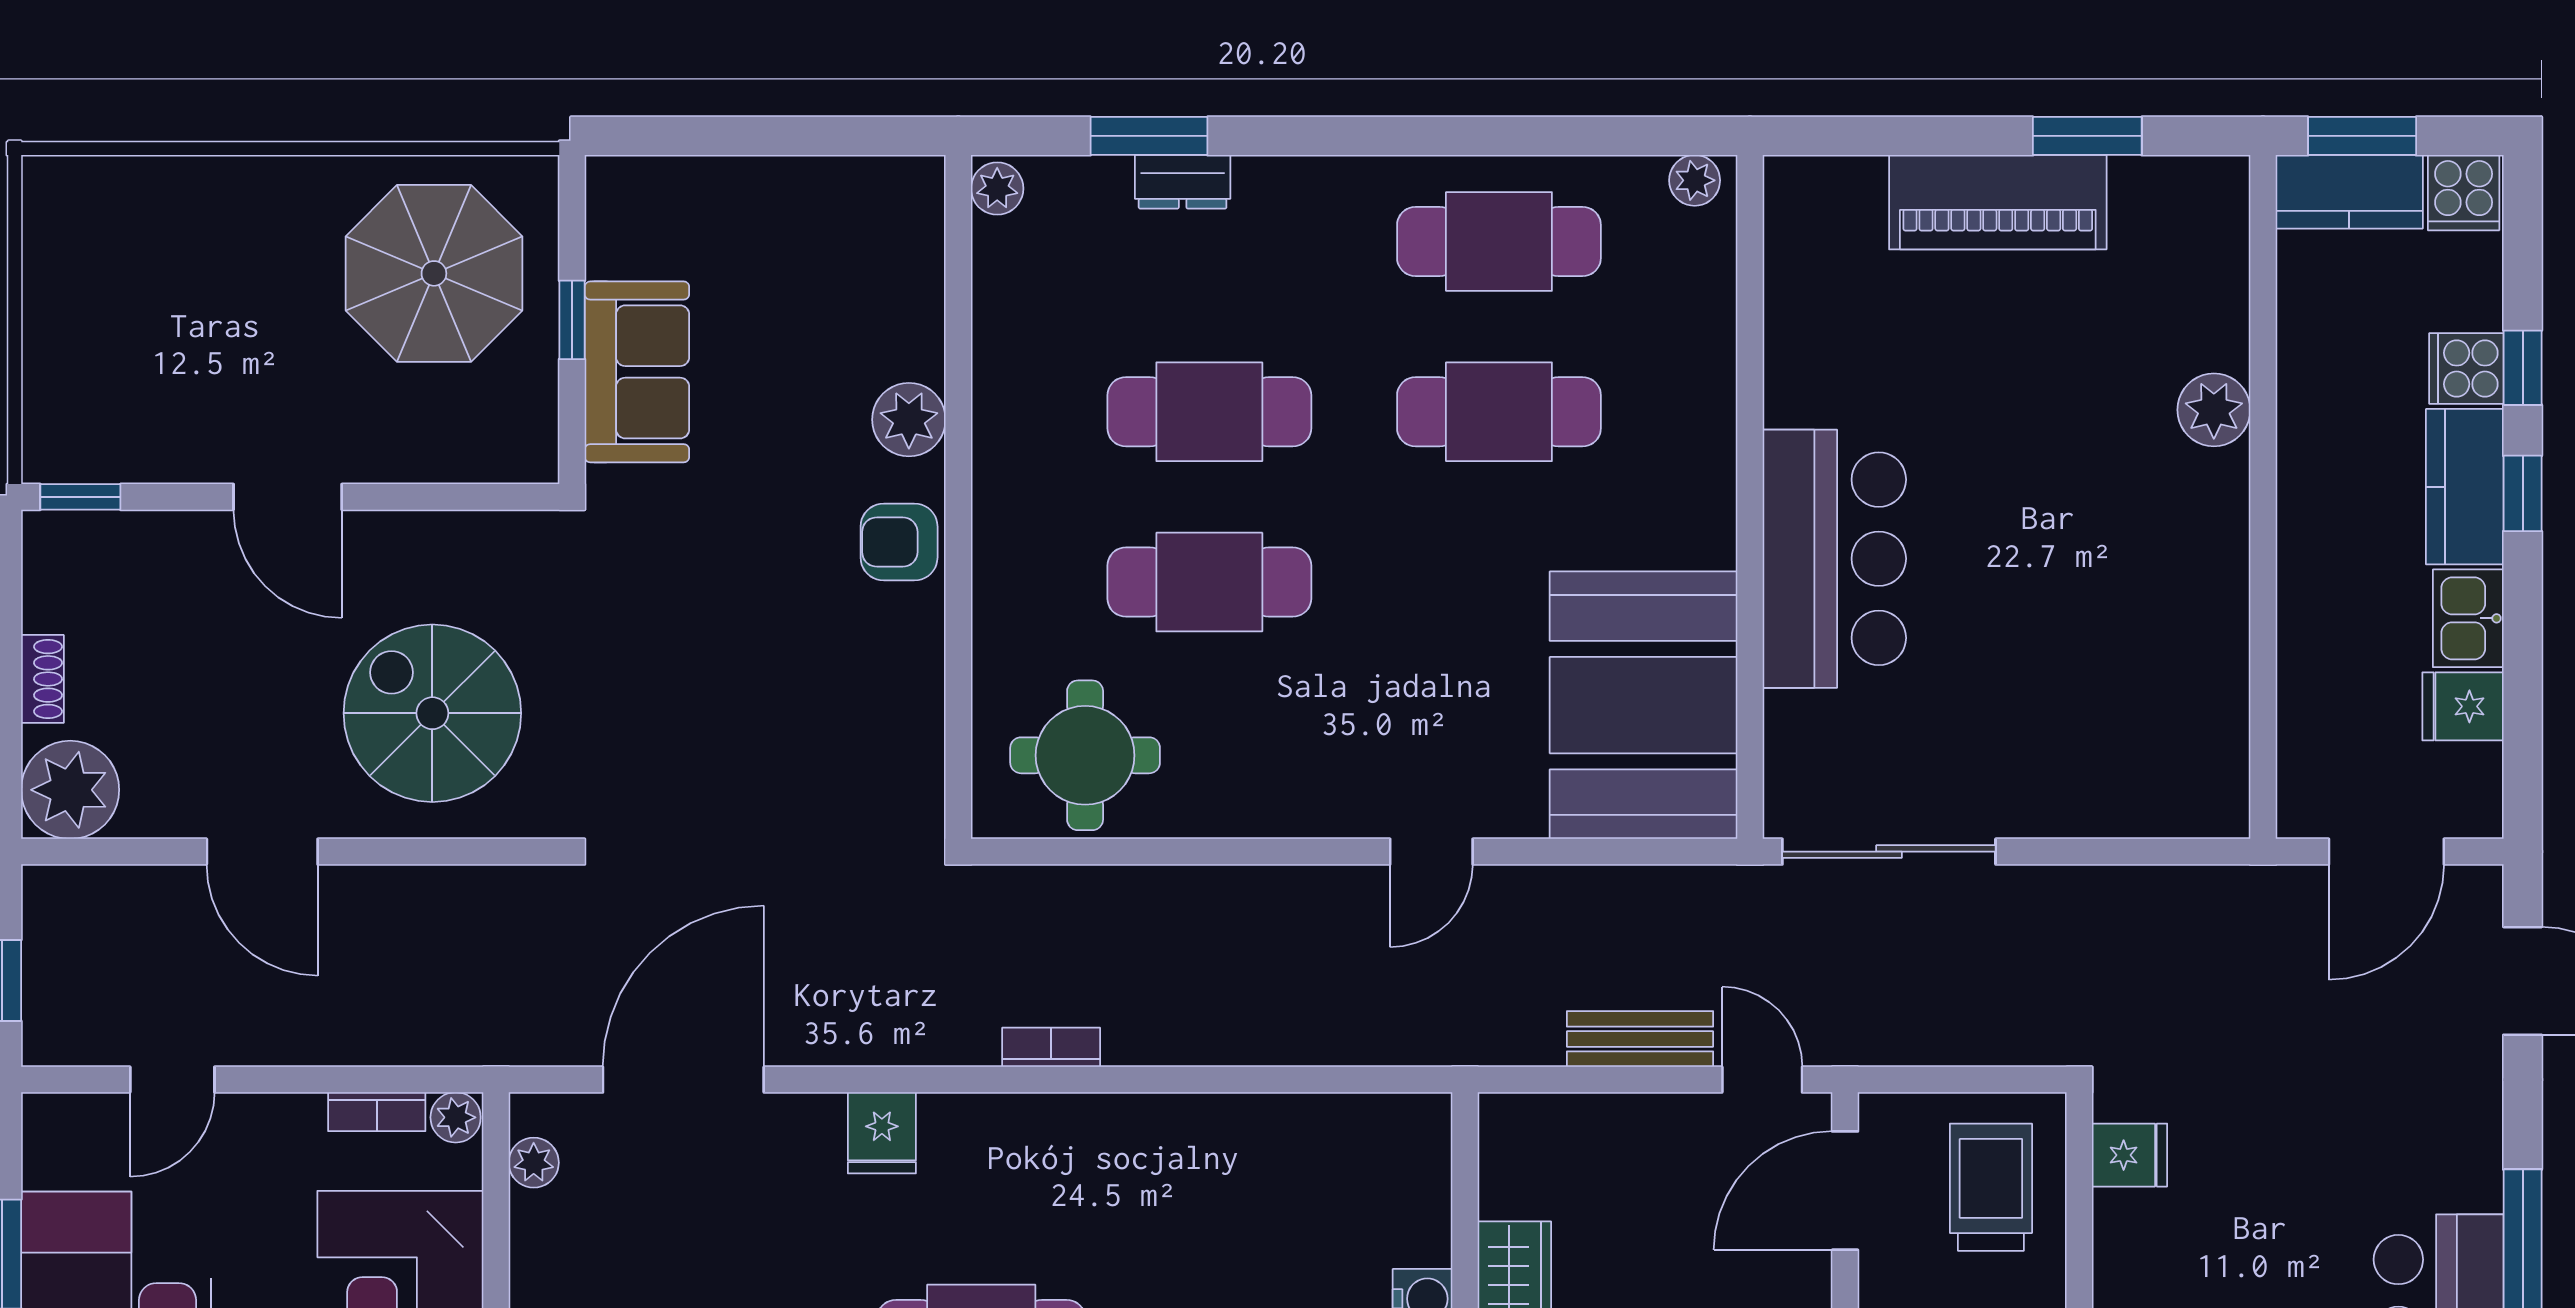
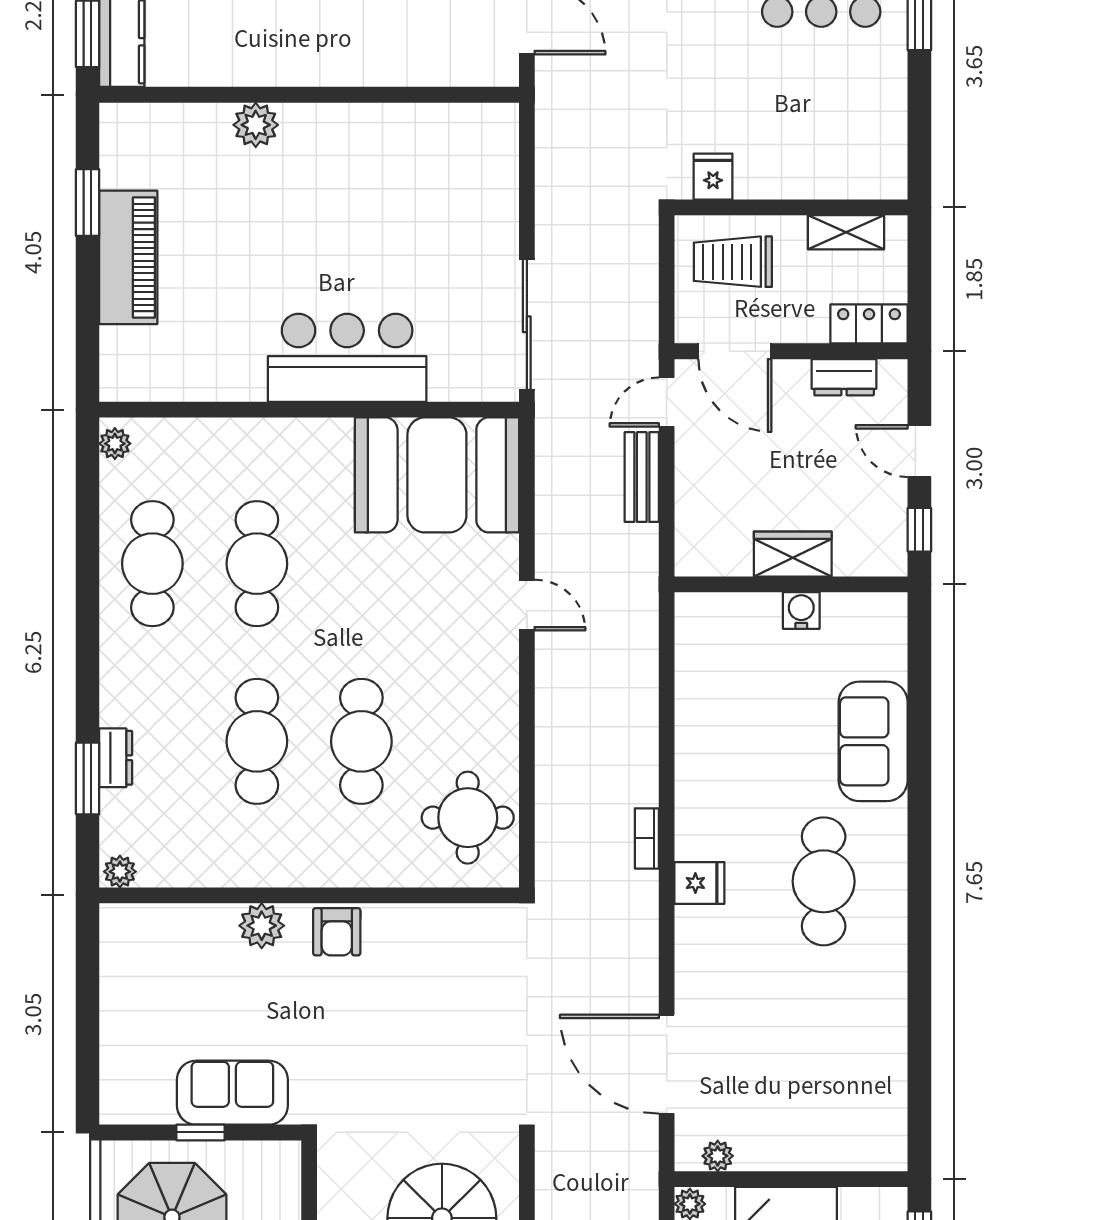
fridge: (882, 1133) -> (699, 883), moved

